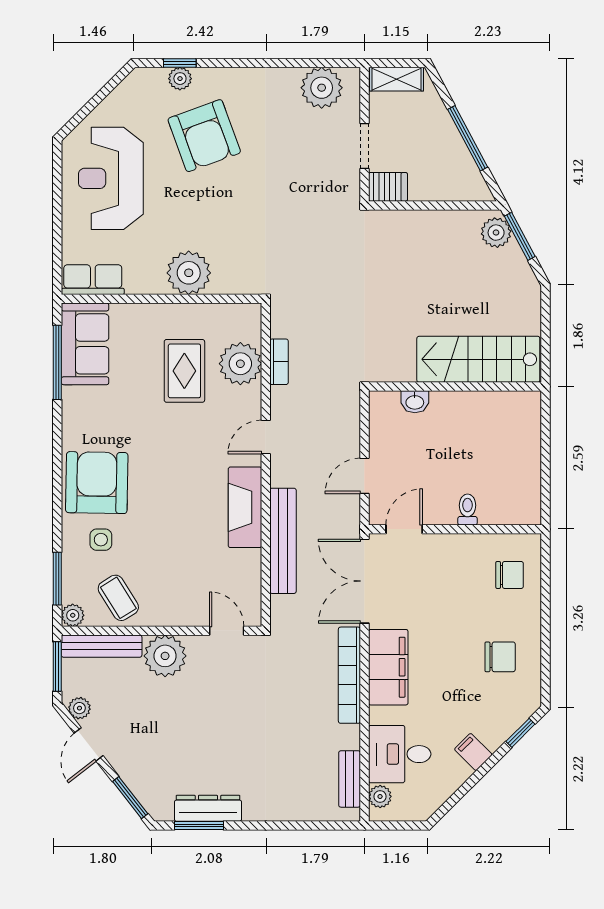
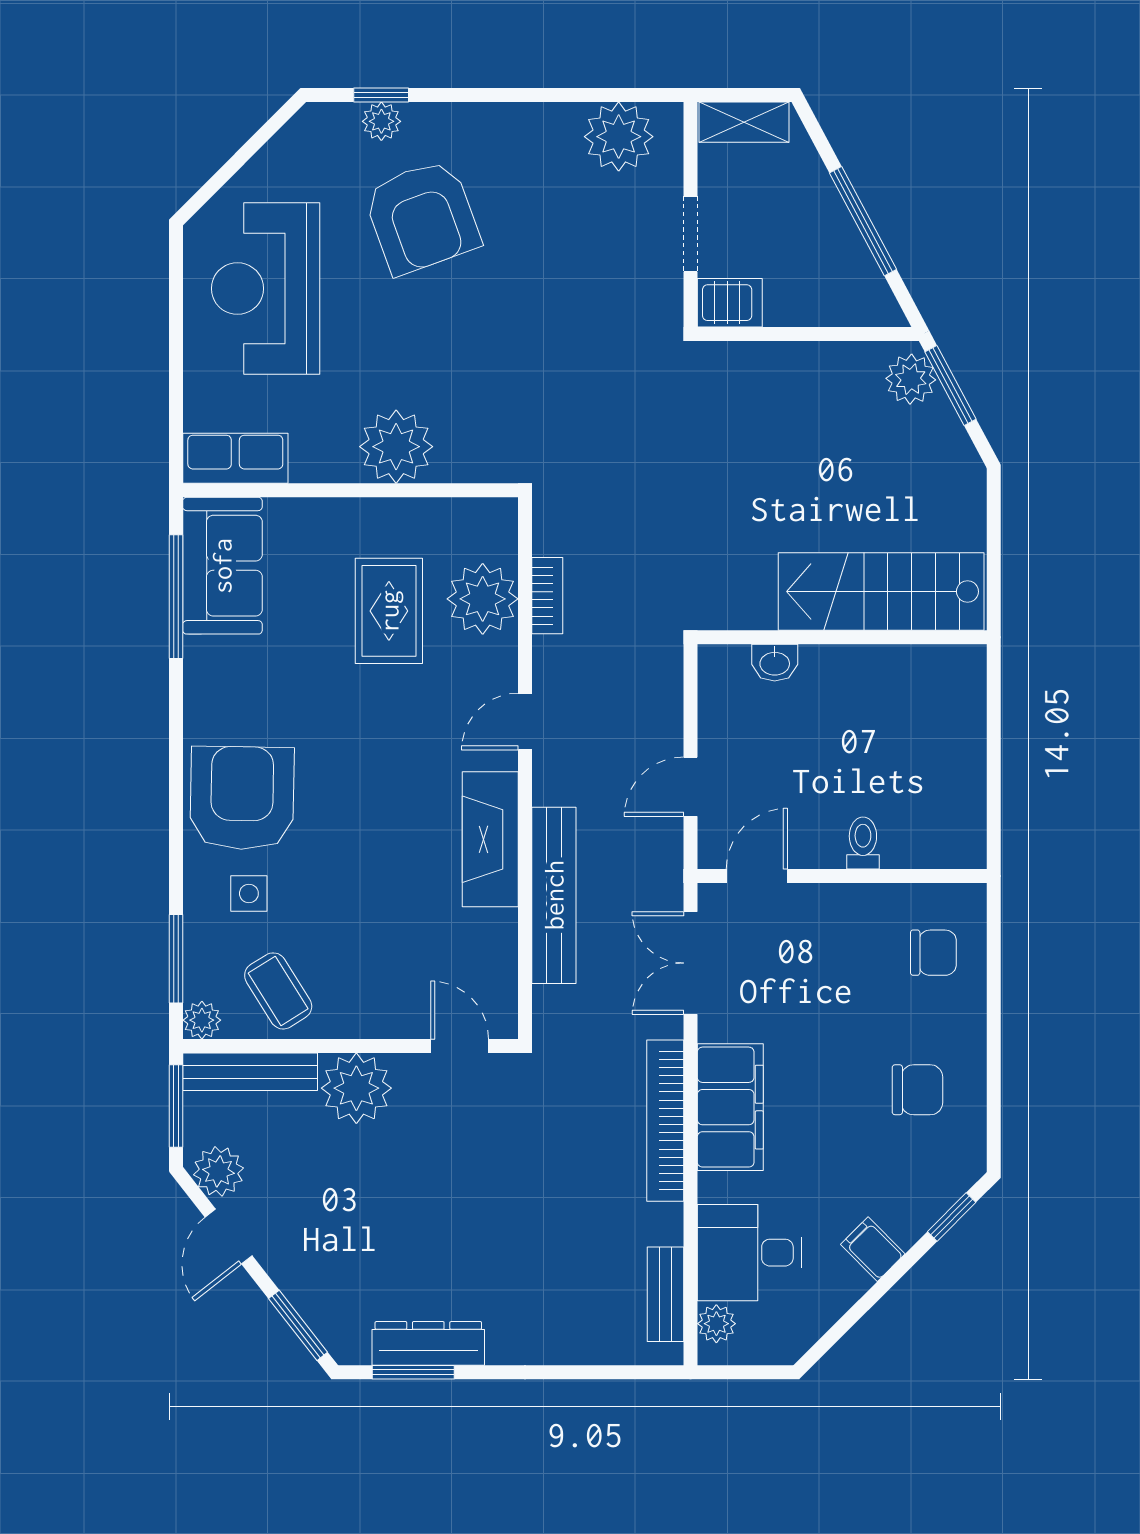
double door: (364, 581) -> (690, 963), width x0.73
plant: (79, 708) -> (219, 1171), width x1.38, depth x1.38

